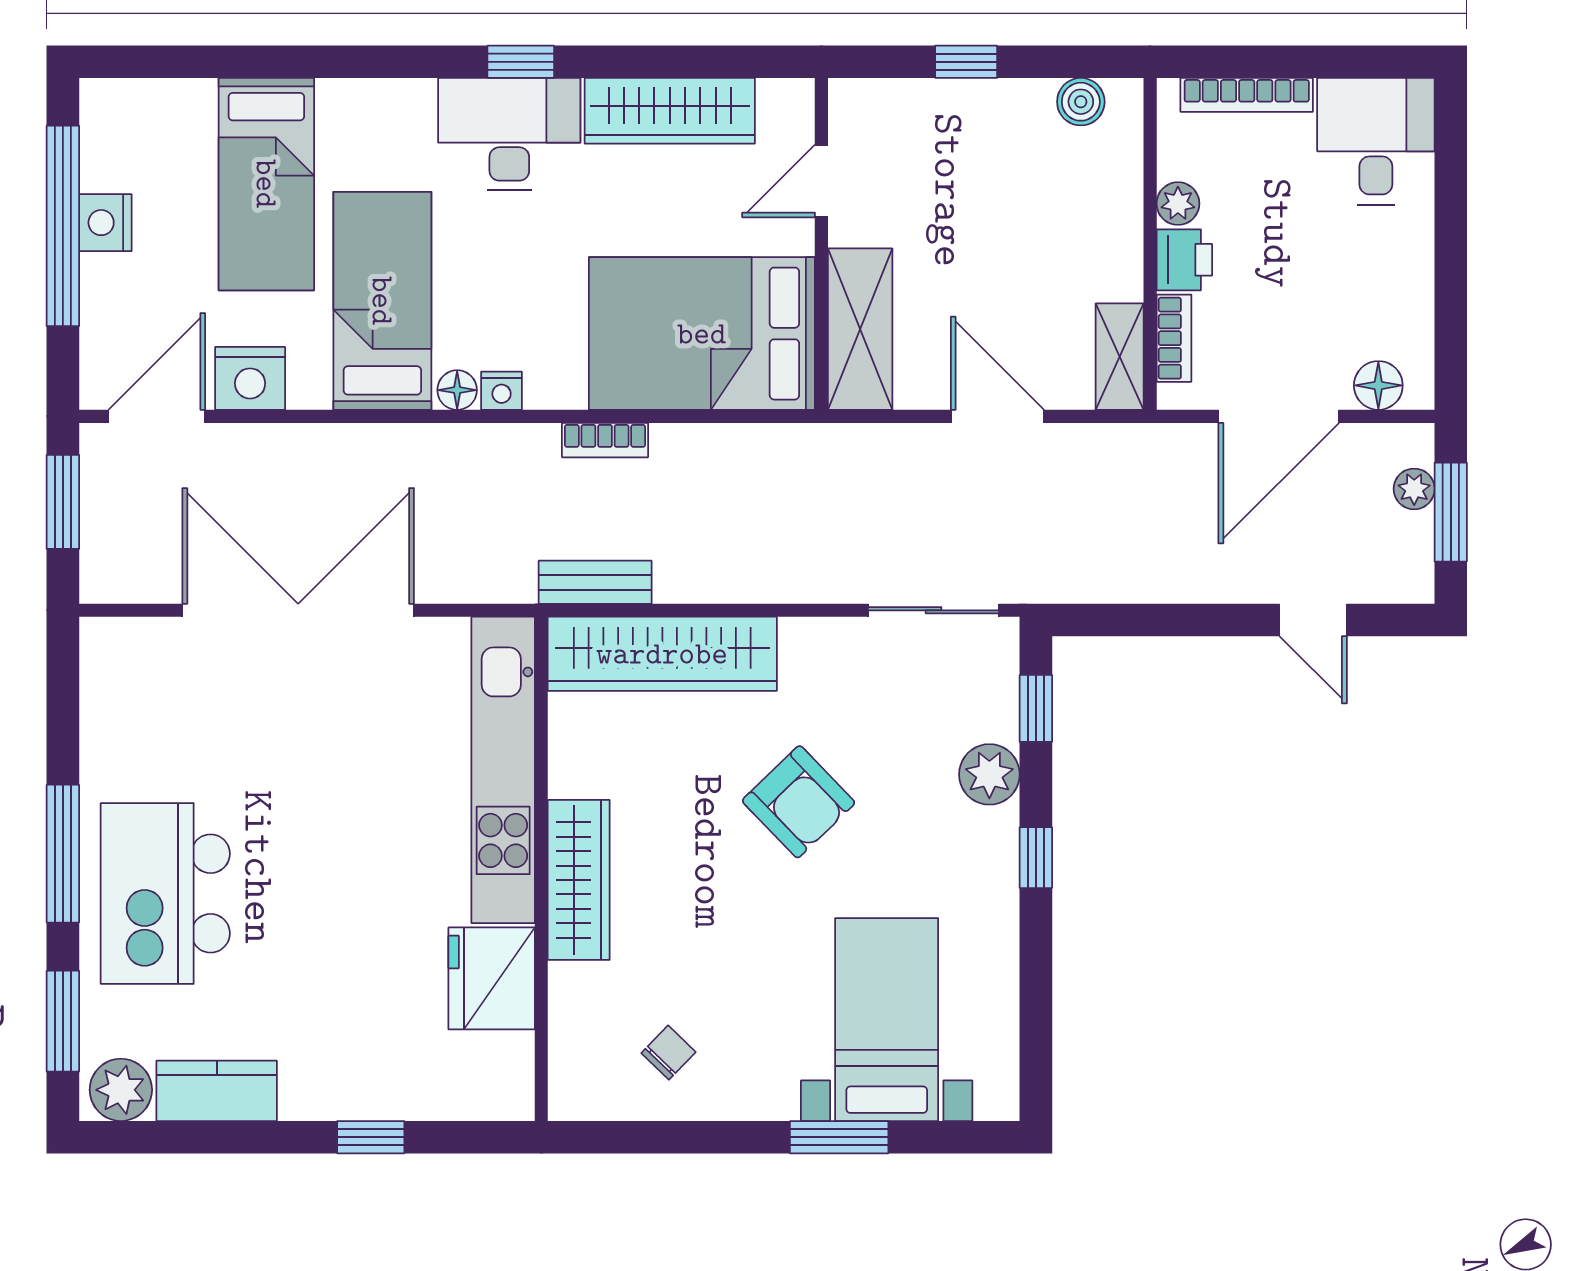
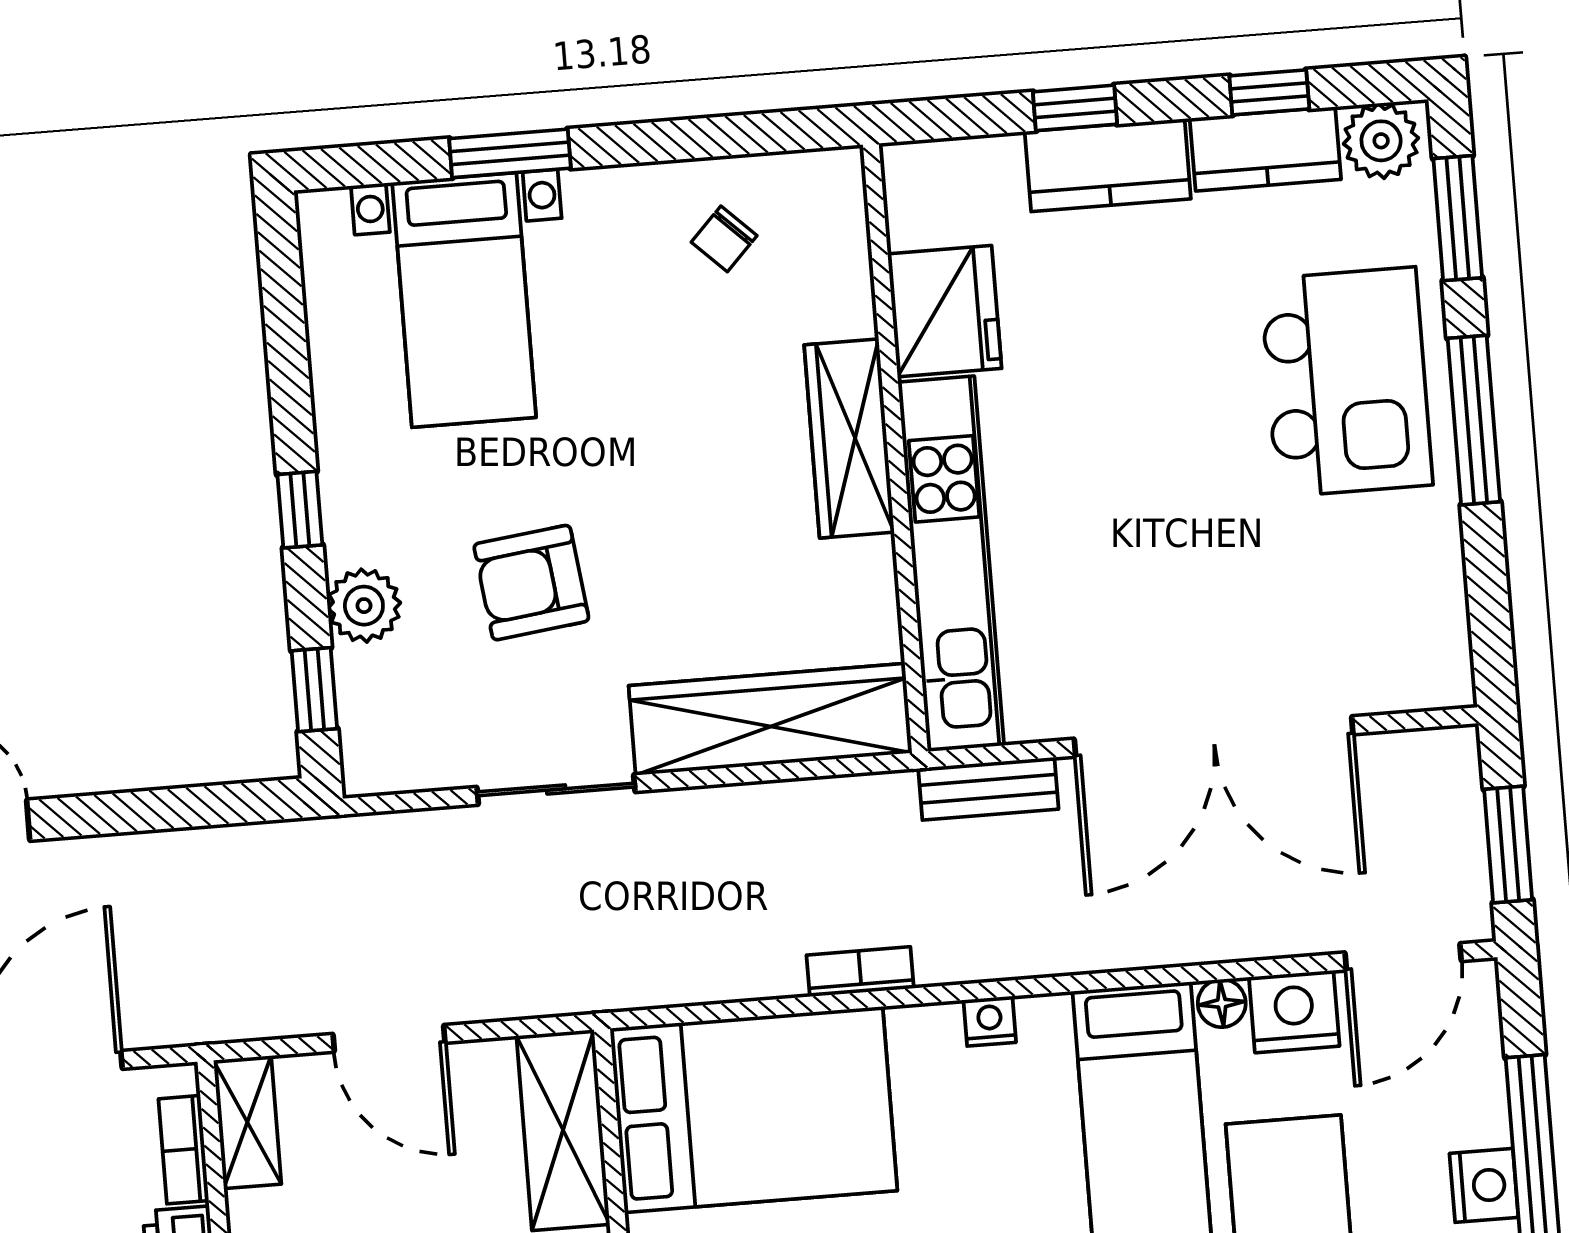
floor lamp: (457, 390) -> (1222, 1003), moved
bench: (595, 582) -> (988, 789), moved
sliding door: (934, 610) -> (556, 789), moved
armchair: (799, 802) -> (531, 583), moved, turned -53
kitchen counter: (348, 1088) -> (1108, 165), added
window: (210, 1137) -> (1269, 92), added

